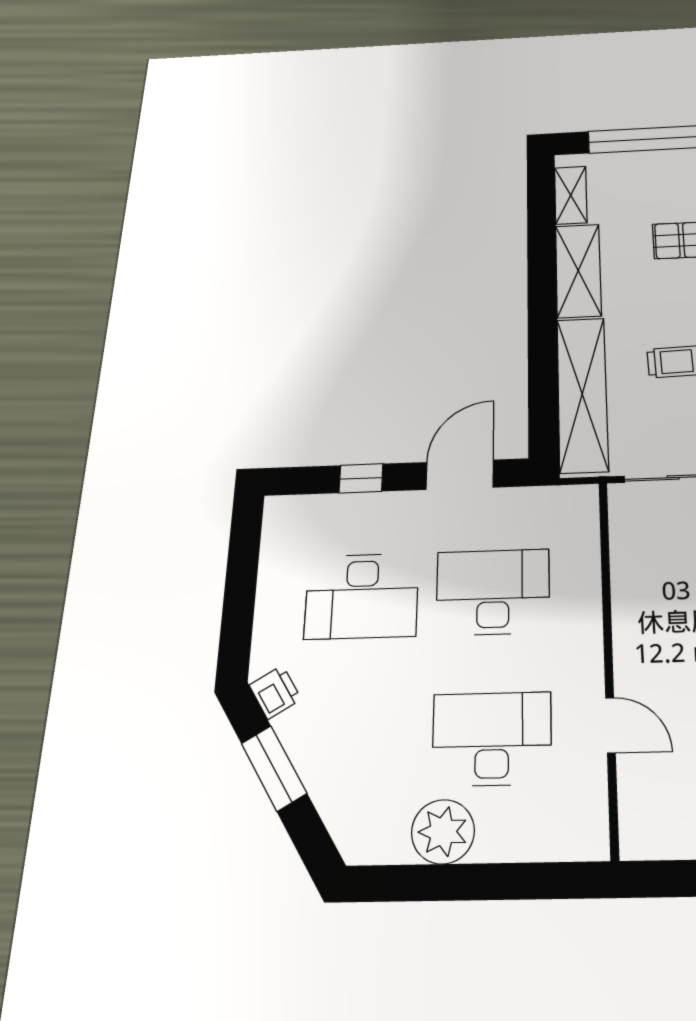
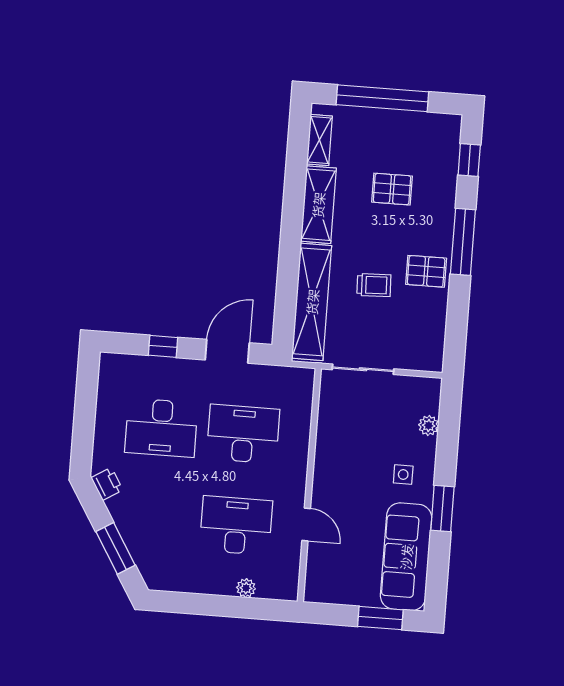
window: (274, 768) -> (116, 548), moved
plant: (443, 832) -> (246, 588), moved, width x0.53, depth x0.53

